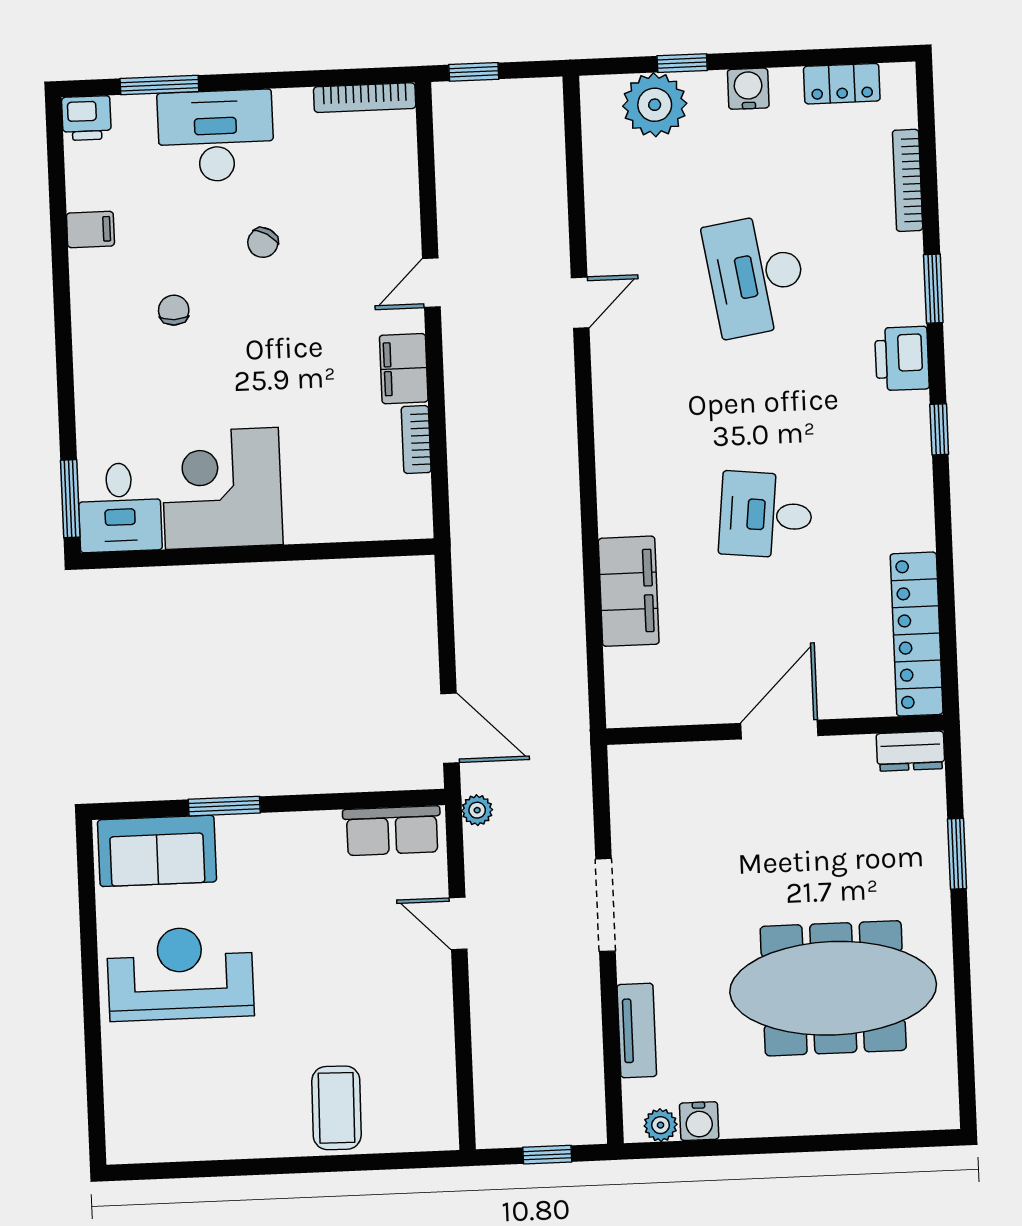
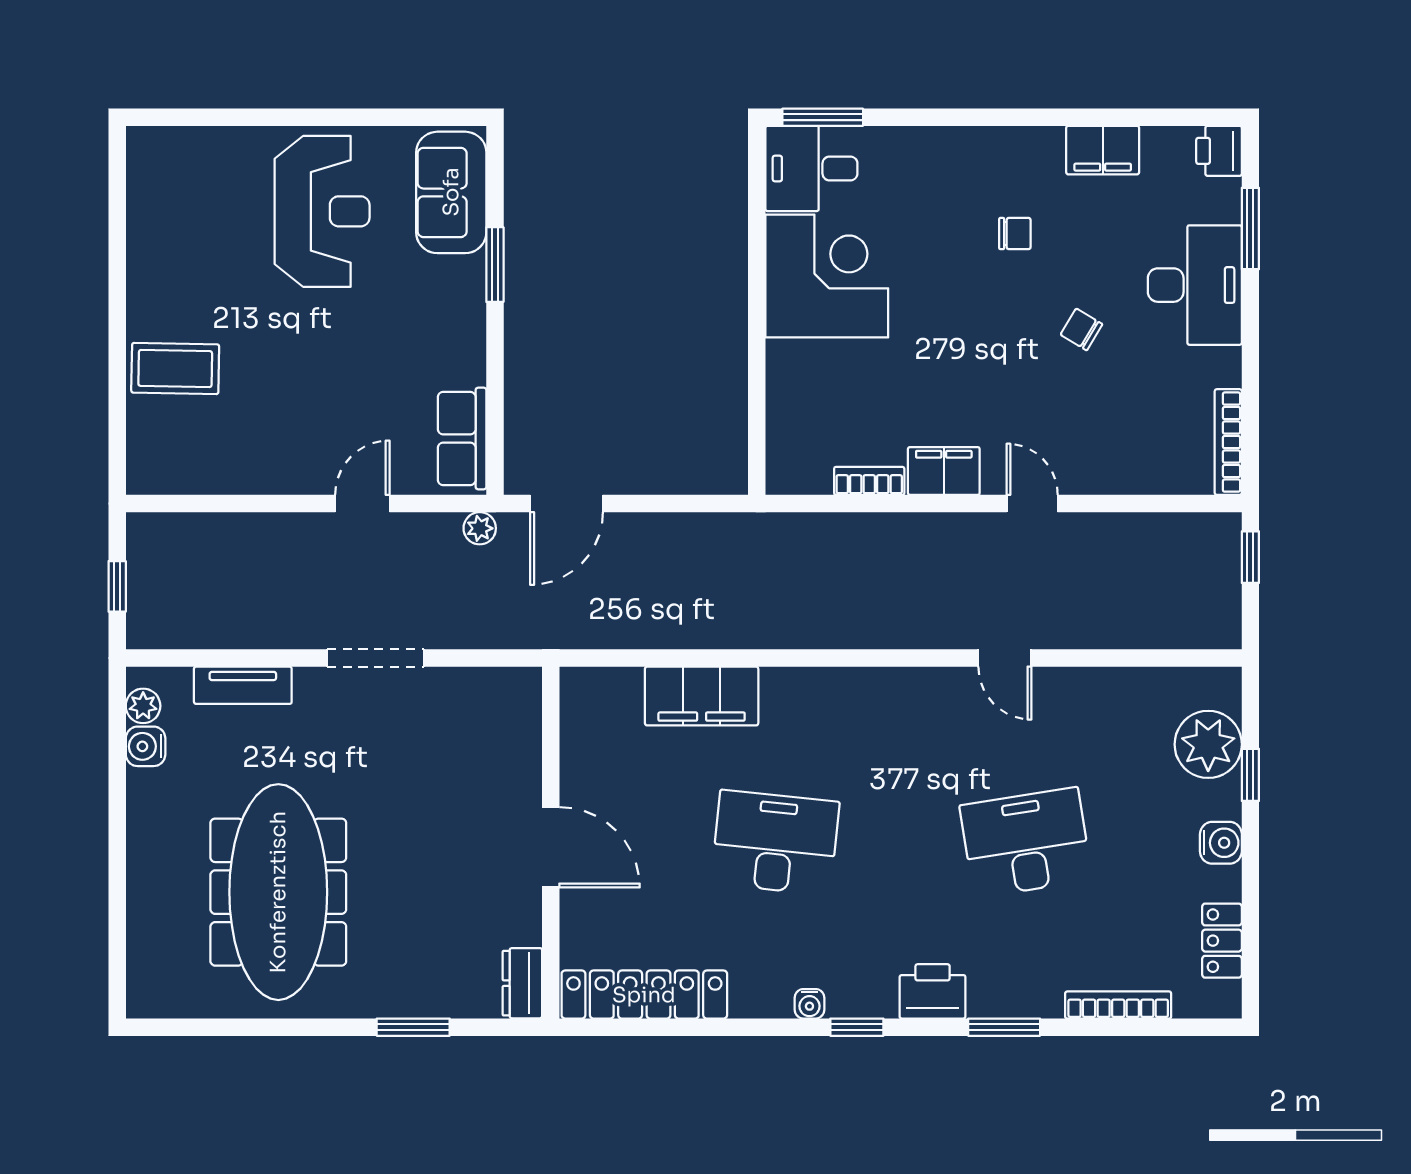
filing cabinet: (90, 229) -> (1103, 150), width x2.00
water cooler: (919, 476) -> (809, 1004), added
desk: (766, 515) -> (775, 843), width x1.37

